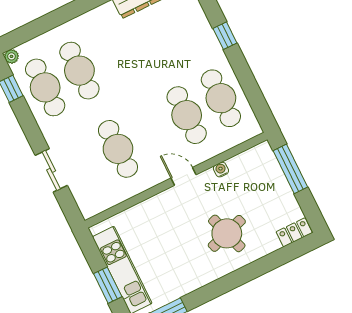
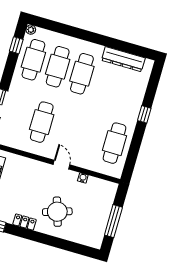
cafe table: (187, 115) -> (82, 74), moved
window: (290, 169) -> (113, 221), moved
locker: (294, 232) -> (24, 222), moved

